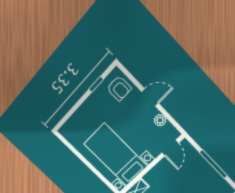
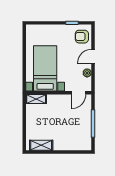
armchair: (119, 88) -> (82, 37), turned 90
door: (150, 97) -> (93, 56), swing flipped

